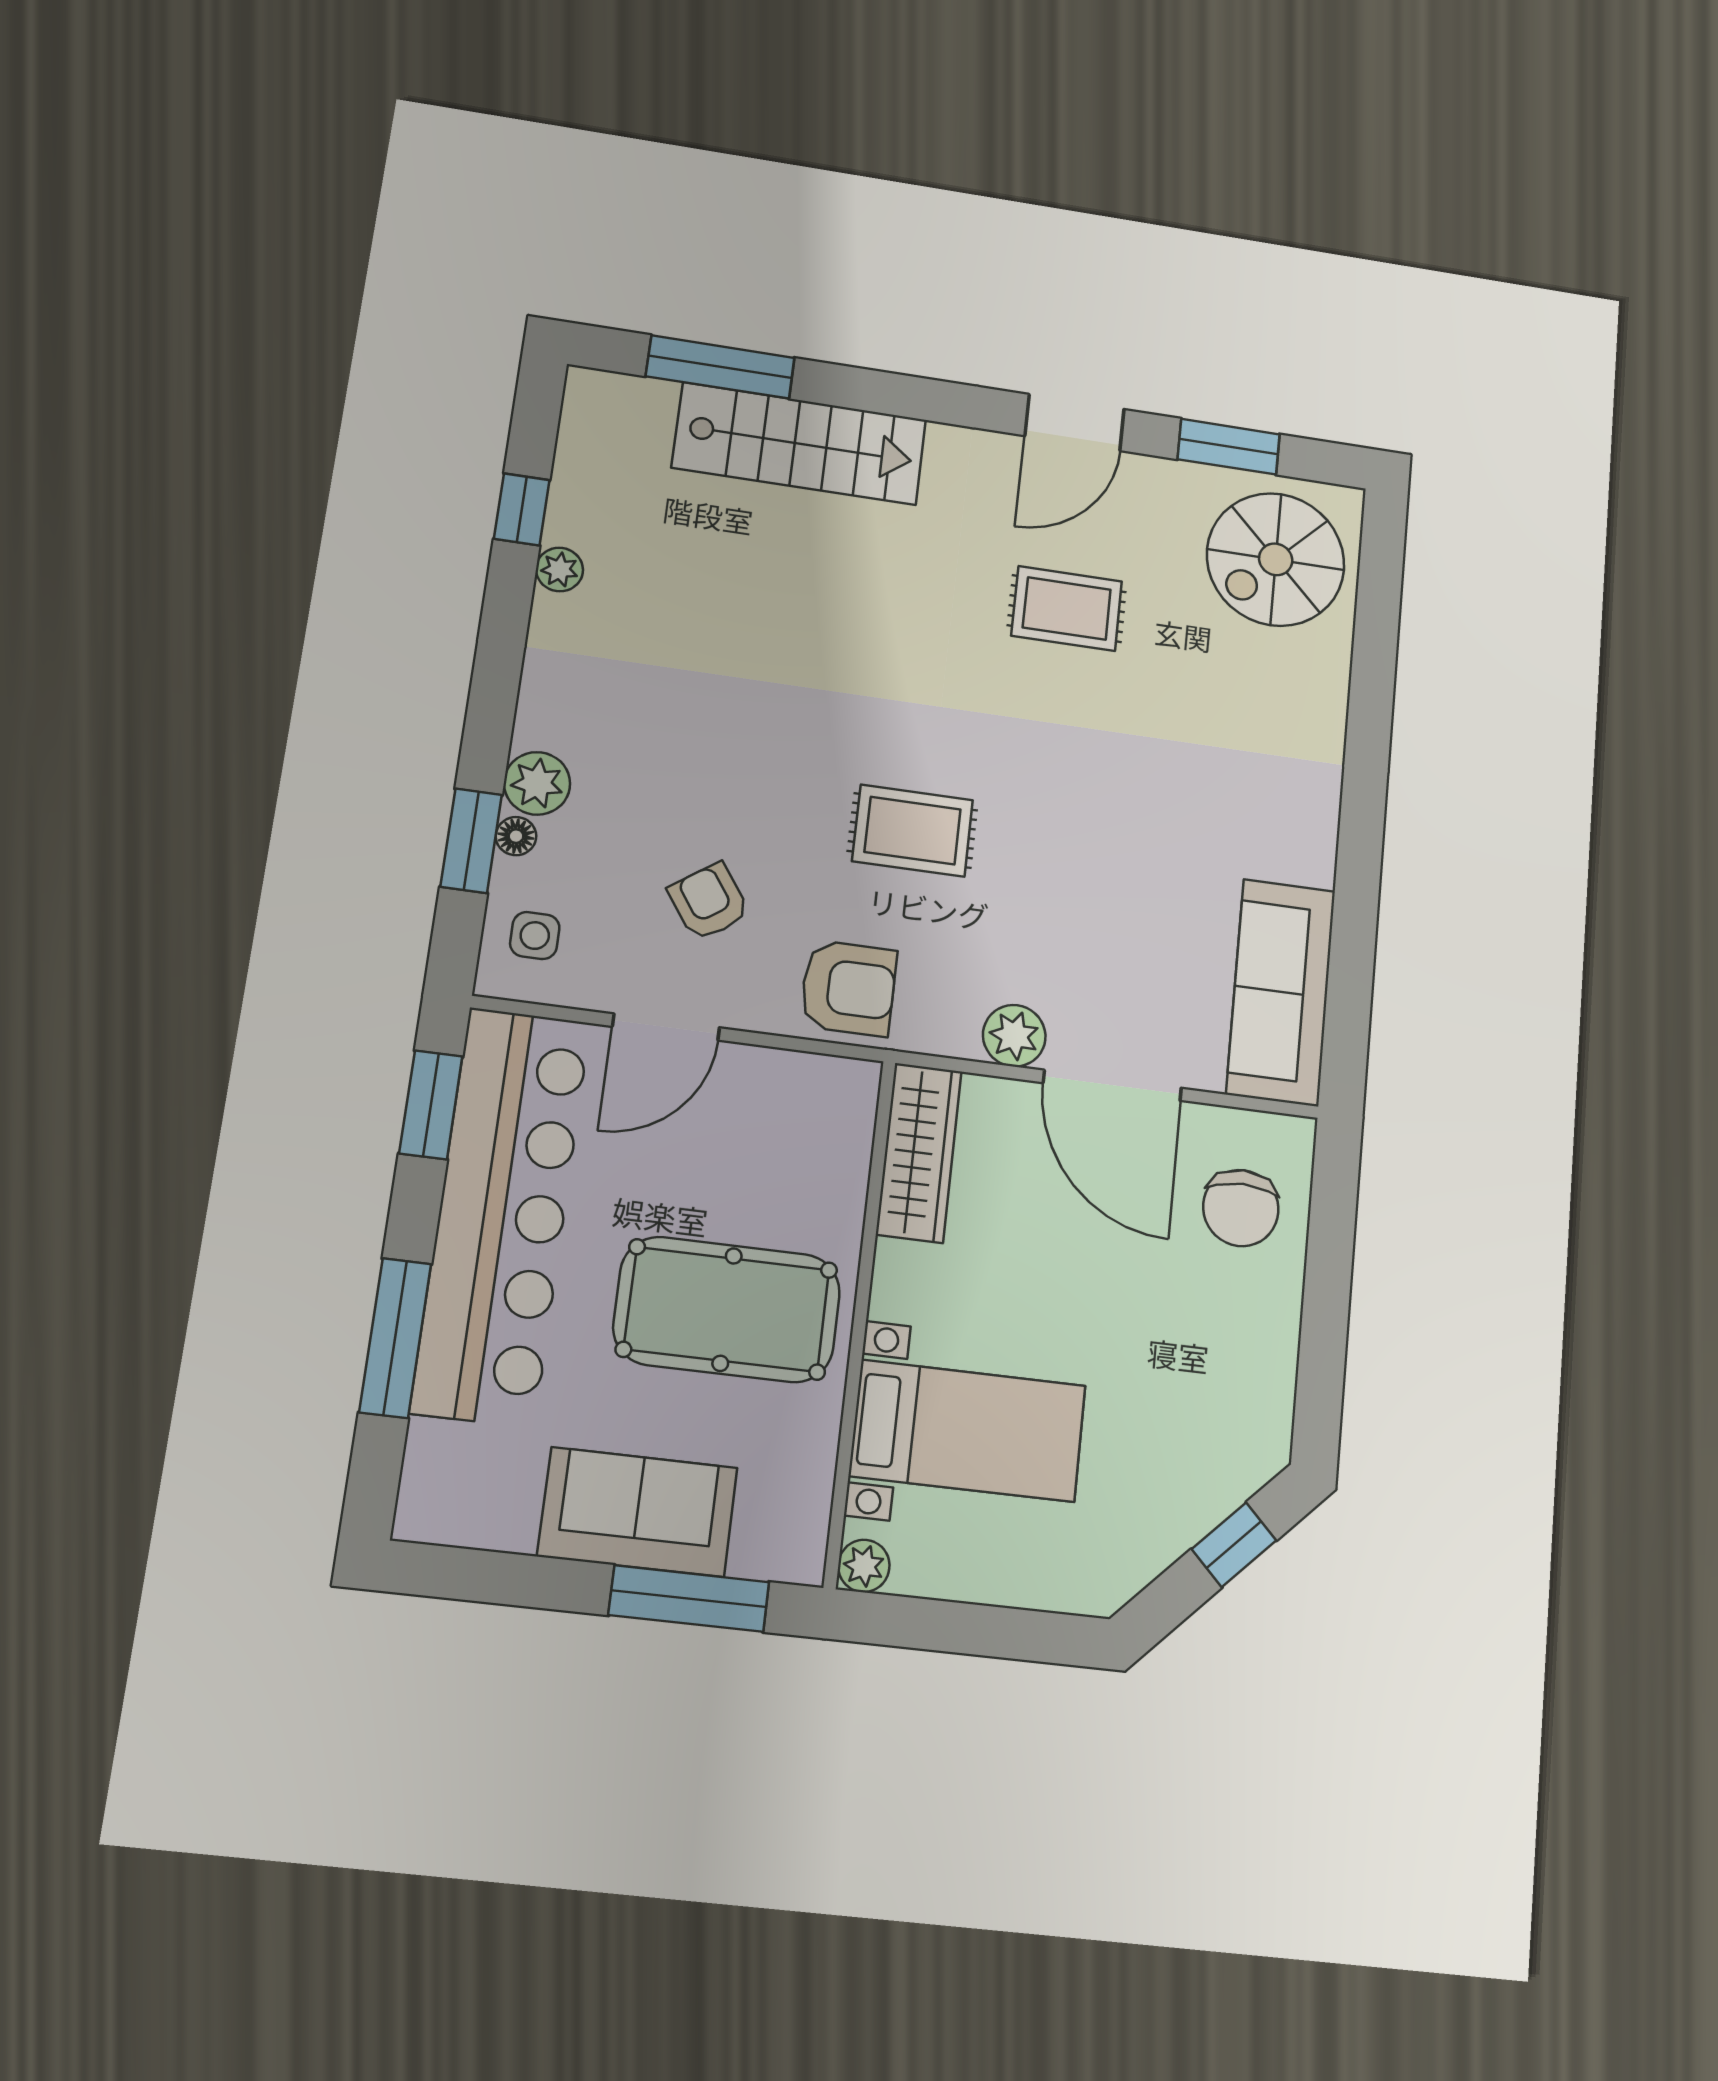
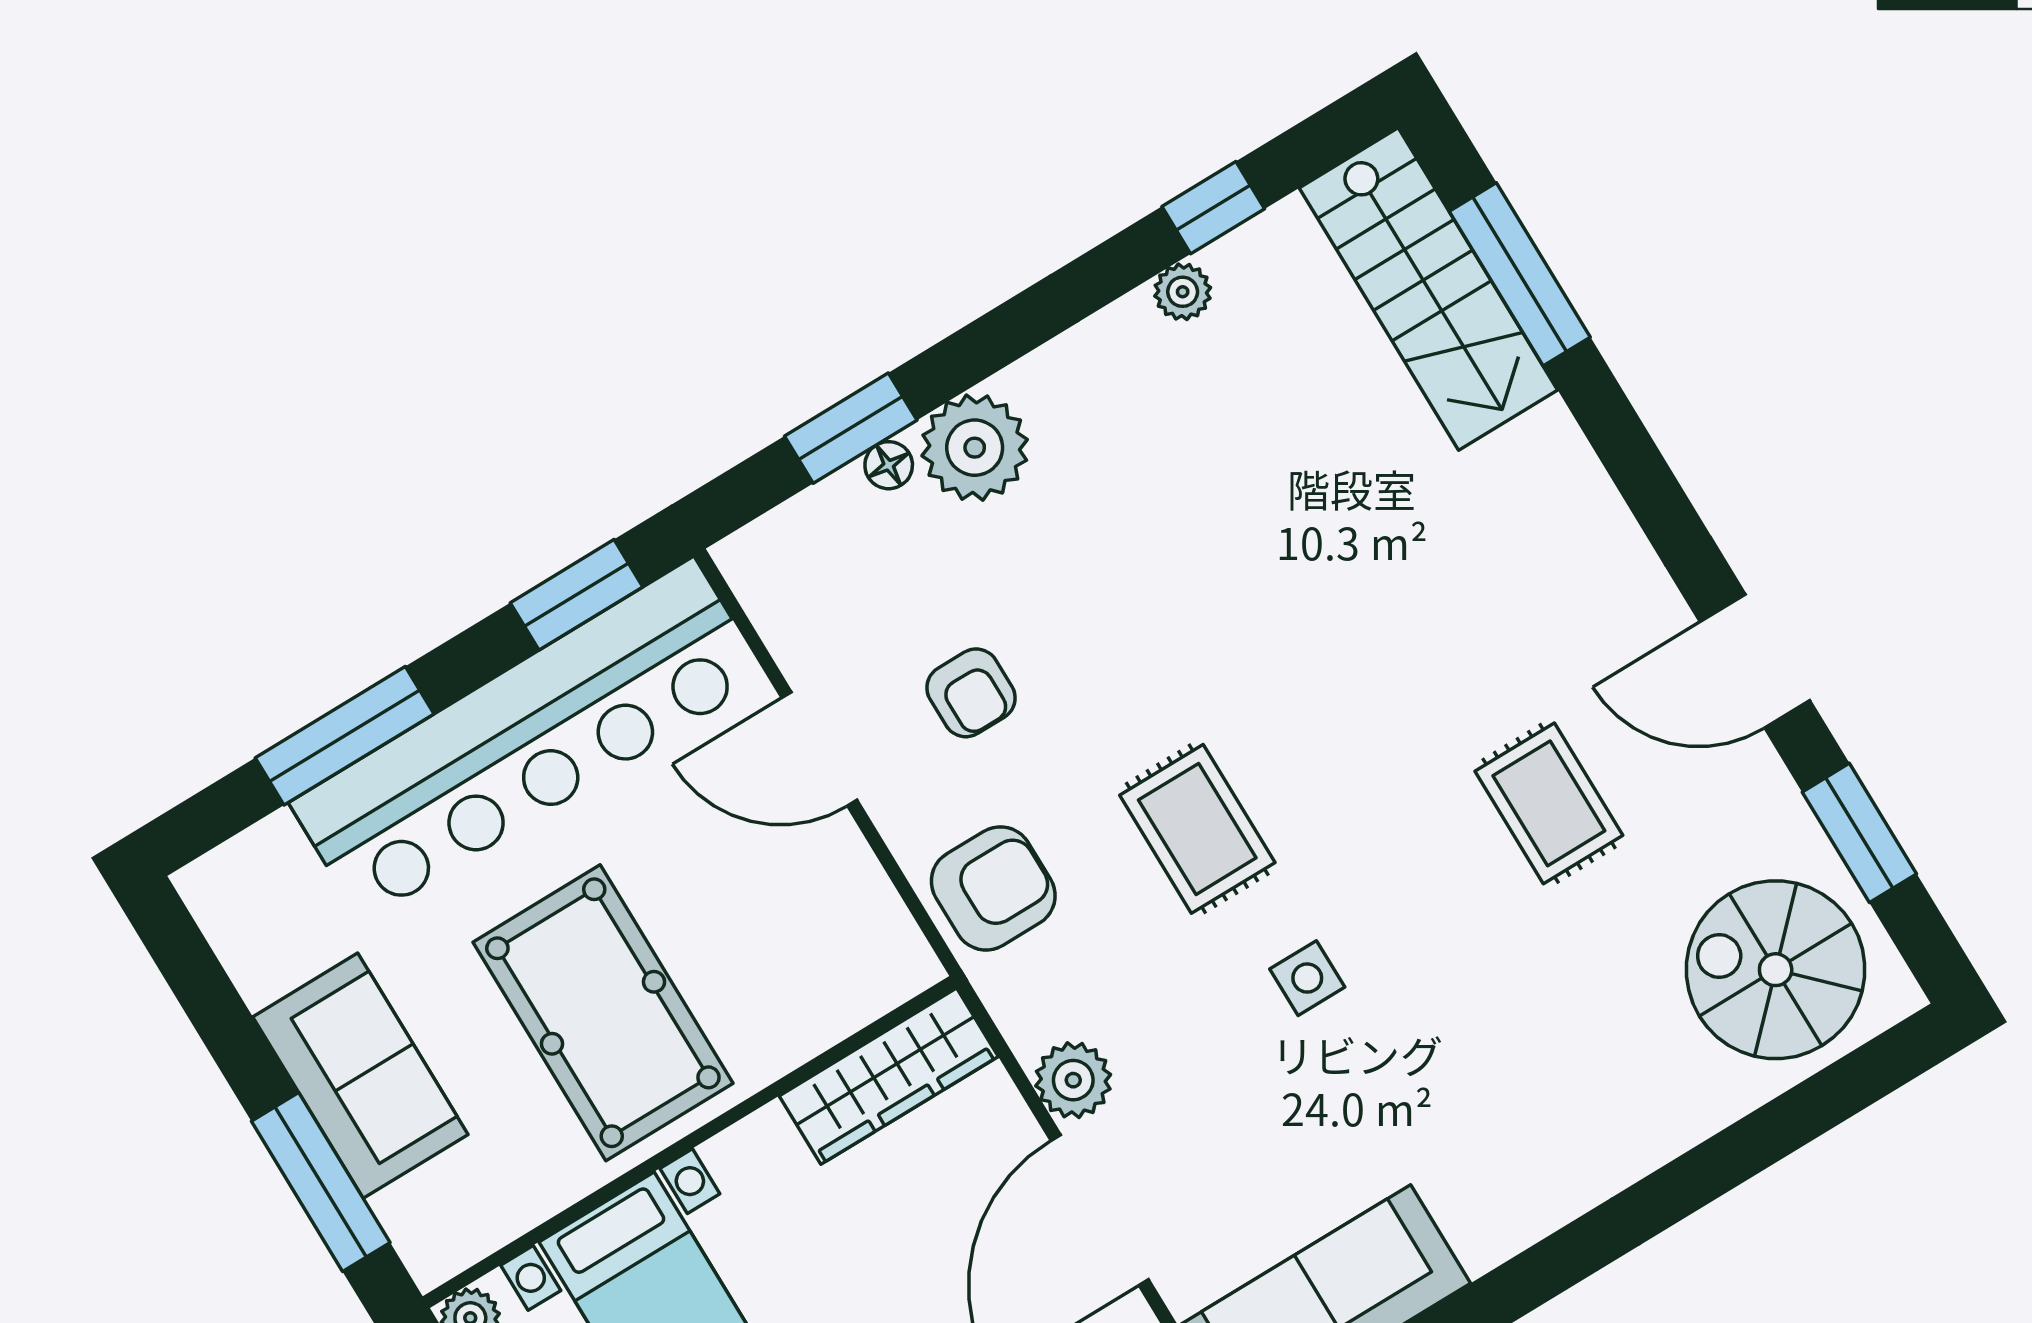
stairs: (799, 444) -> (1428, 289), moved
plant: (537, 783) -> (975, 448), width x1.36, depth x1.36
armchair: (709, 902) -> (971, 693), turned 125
side table: (535, 936) -> (1307, 978), moved
armchair: (848, 988) -> (993, 888), turned -90

